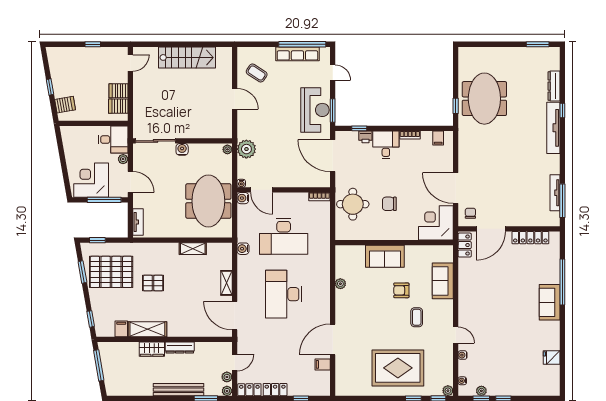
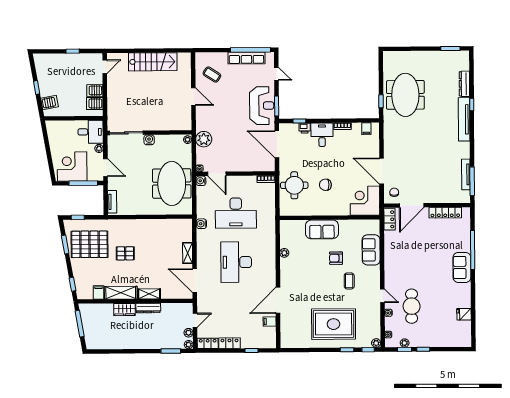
shelving: (193, 249) -> (149, 294), moved
cafe table: (490, 347) -> (412, 306), added
bench: (179, 390) -> (147, 344), removed

